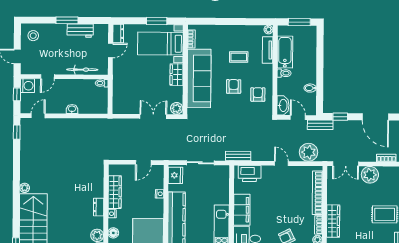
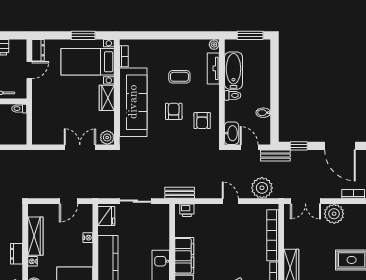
armchair: (258, 94) -> (202, 121), turned 180
printer: (250, 174) -> (187, 210), width x0.53, depth x0.68

